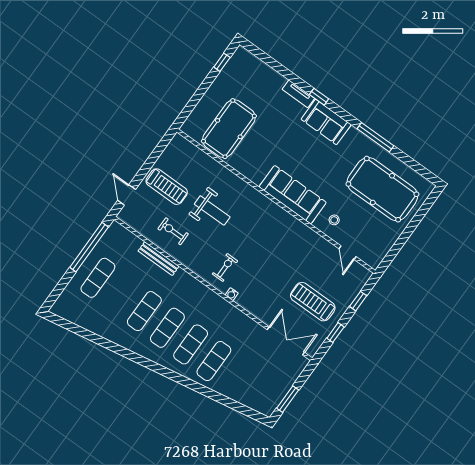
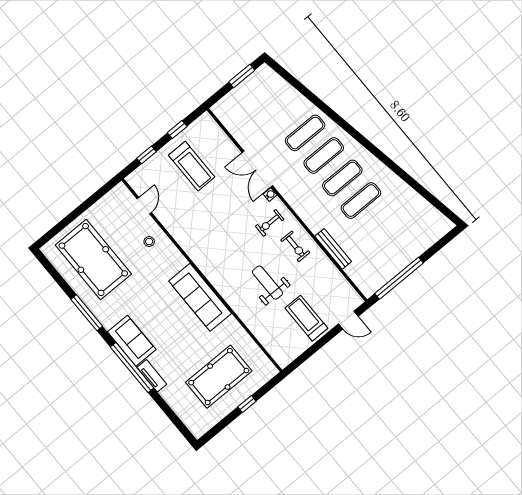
window: (222, 62) -> (247, 404), moved
window: (319, 97) -> (132, 368), width x3.17
pool table: (229, 129) -> (219, 377), moved
door: (127, 195) -> (348, 320), hinge flipped
sofa: (293, 195) -> (200, 297), moved
exercise bike: (173, 231) -> (295, 246), moved
exercise mat: (98, 278) -> (398, 246), removed
double door: (286, 341) -> (257, 169), moved

